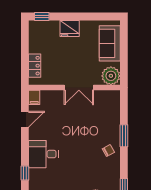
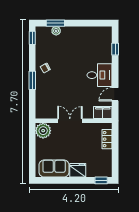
sofa: (110, 43) -> (54, 169), moved, turned -90
filing cabinet: (34, 97) -> (103, 113), width x2.00
desk: (44, 154) -> (100, 75), moved

